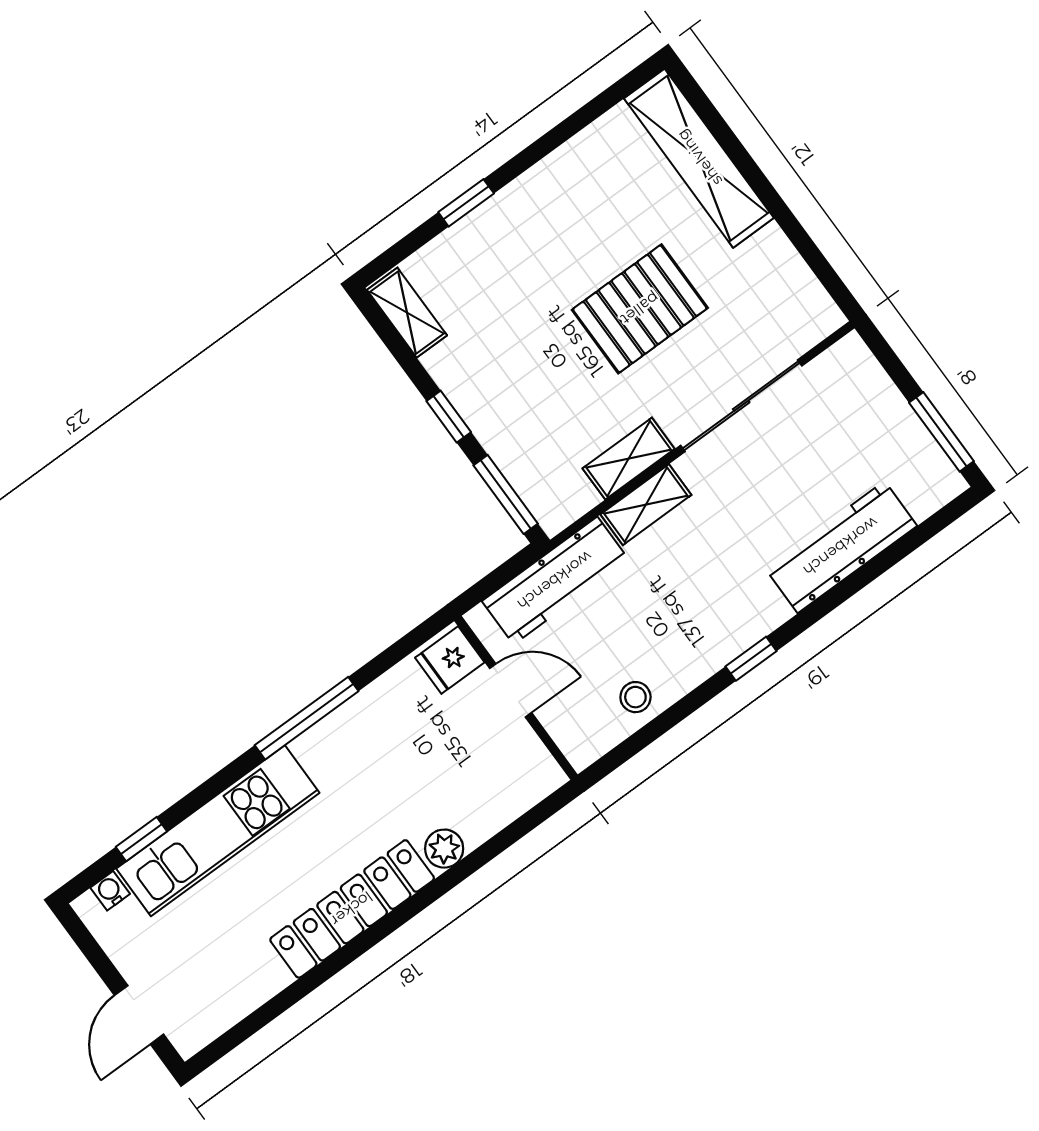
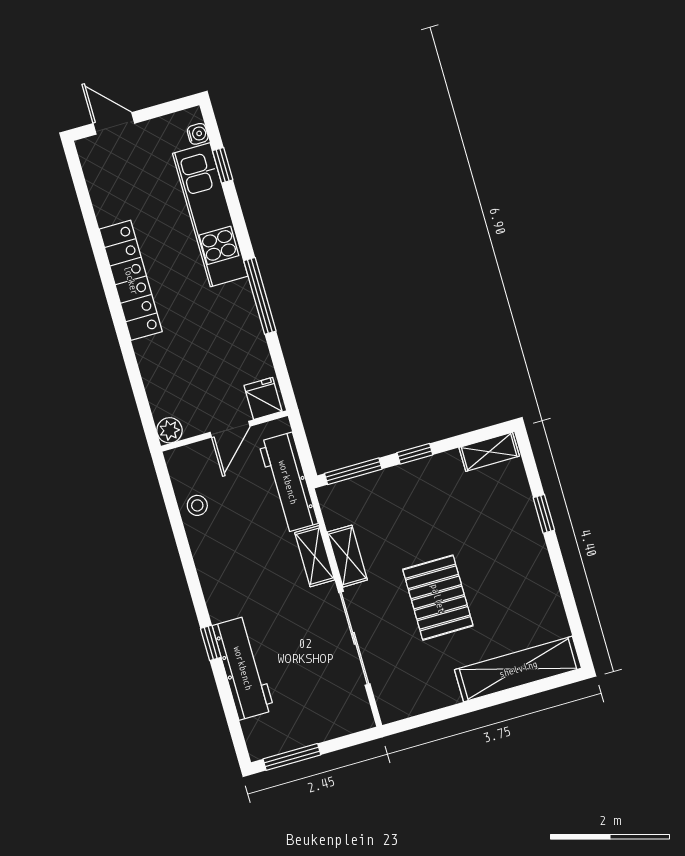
window: (751, 659) -> (211, 643), moved
plant: (444, 849) -> (169, 430), moved

